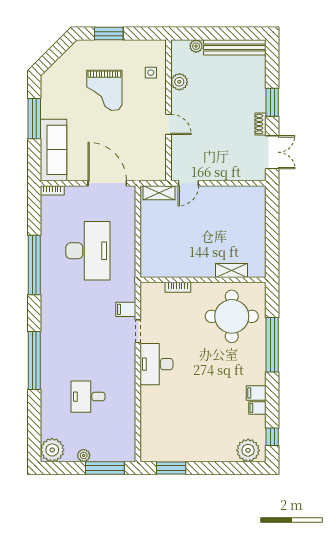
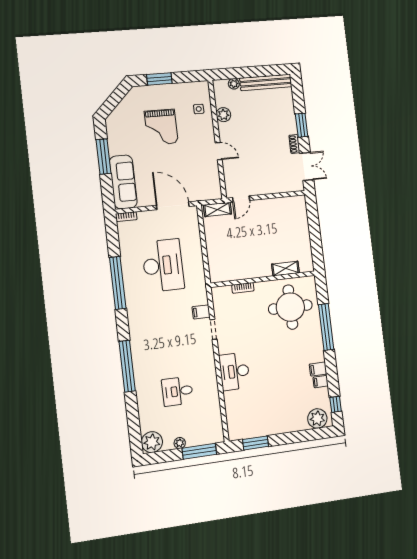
desk: (156, 364) -> (234, 371), moved

